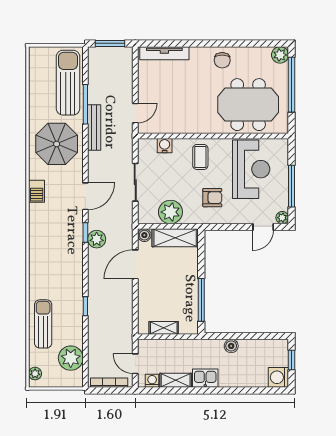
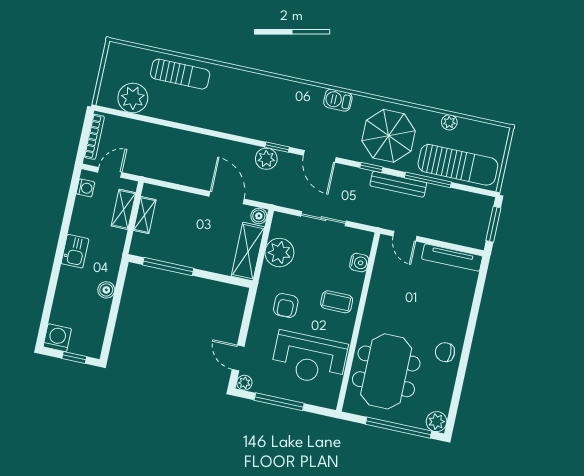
tv unit: (164, 53) -> (452, 257), moved, turned -90
window: (85, 306) -> (371, 168), moved
plant: (35, 374) -> (449, 122), moved
shelving: (176, 380) -> (123, 209), moved

